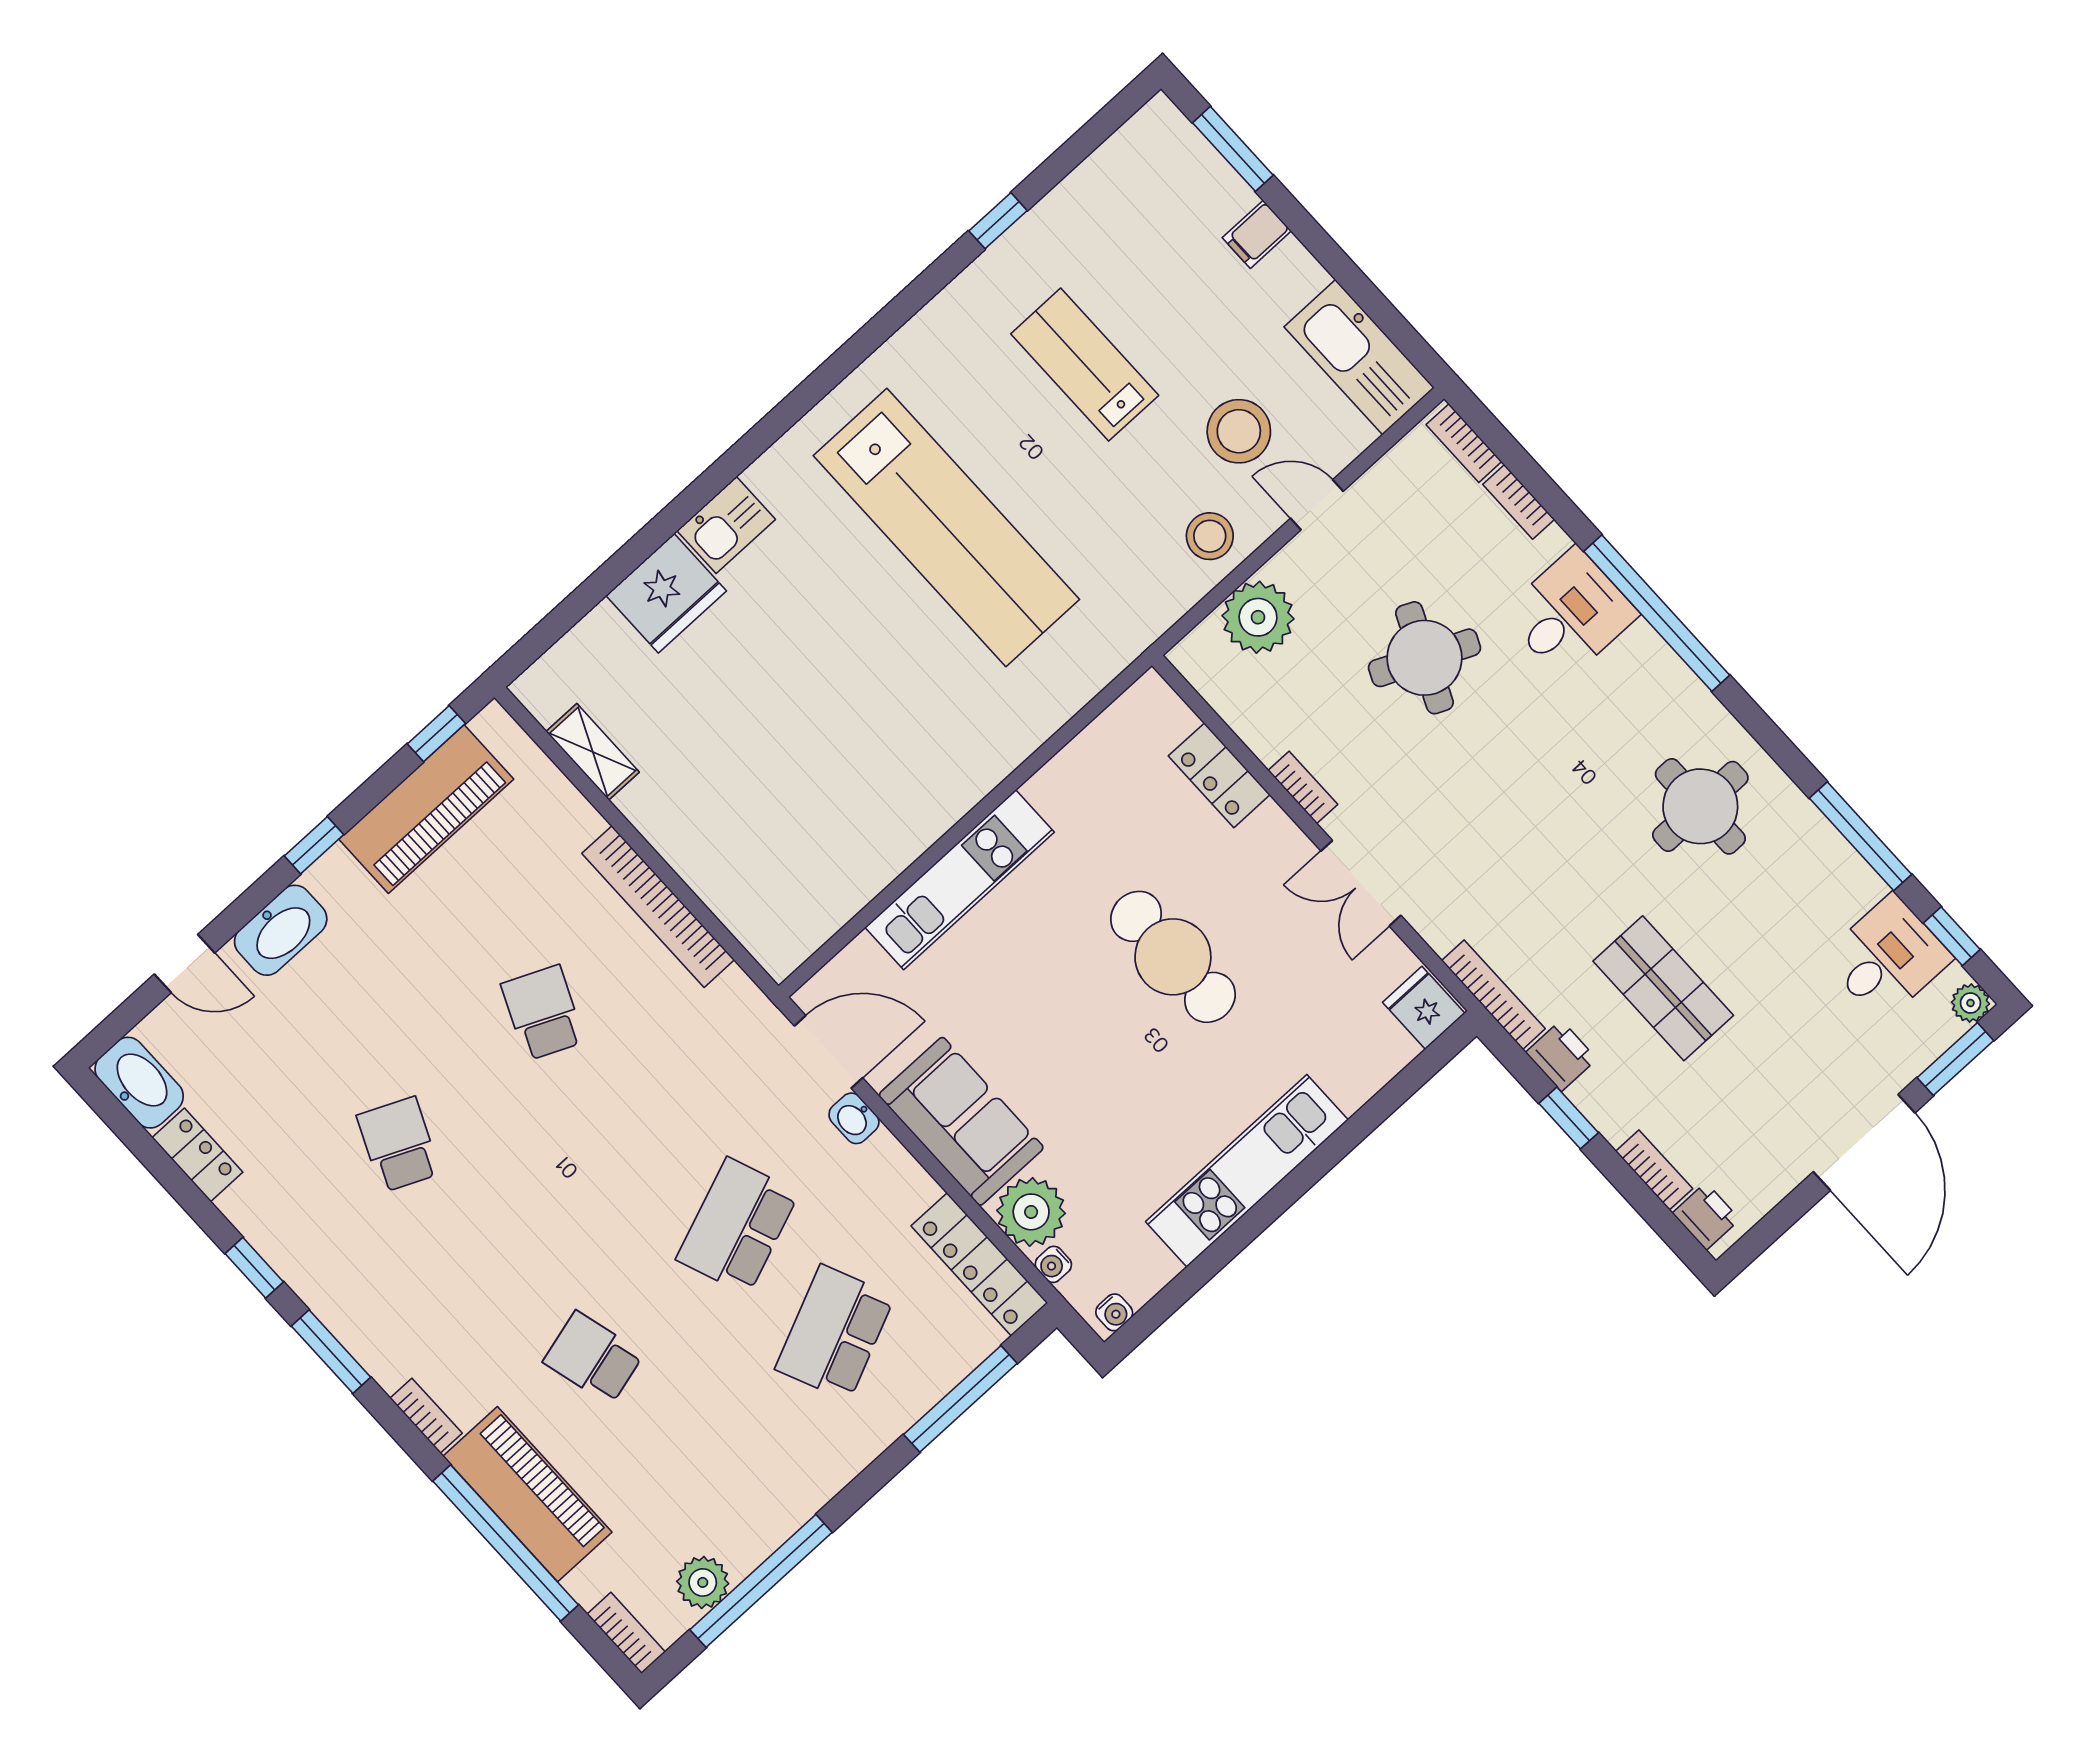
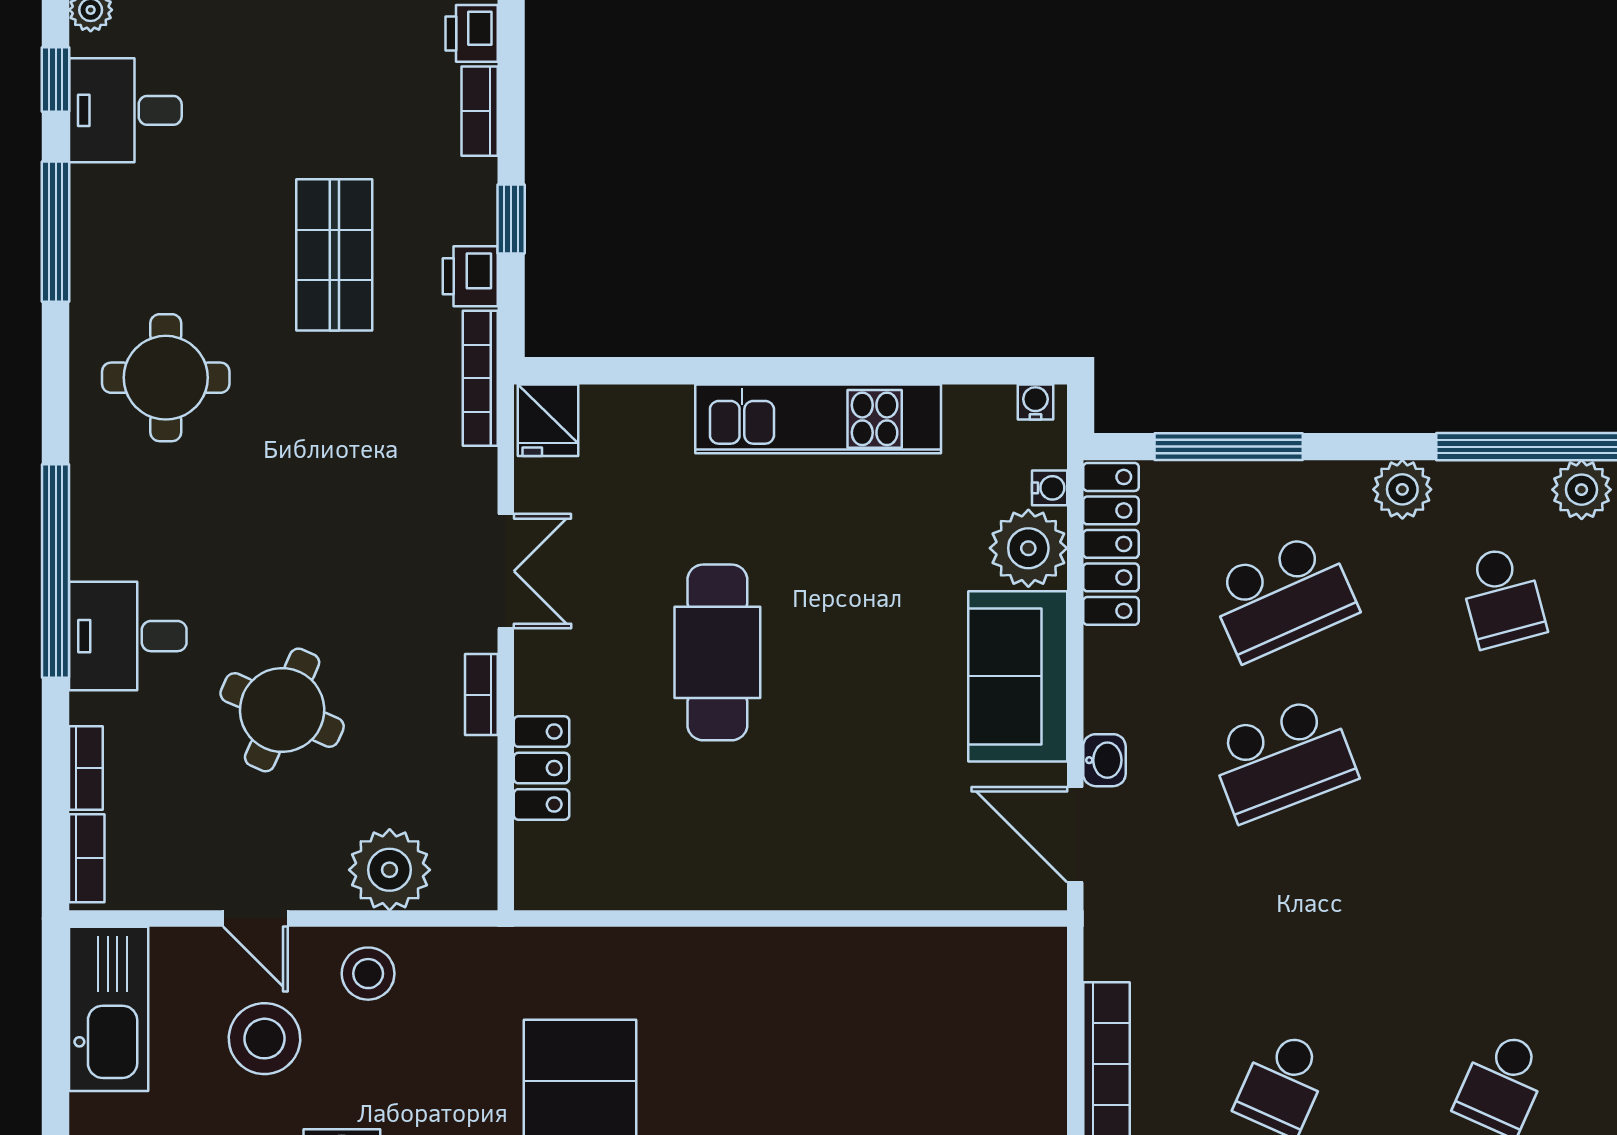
kitchen unit: (960, 880) -> (836, 878), removed
school desk: (593, 1358) -> (1502, 597), moved
plant: (821, 1475) -> (1402, 489), added

